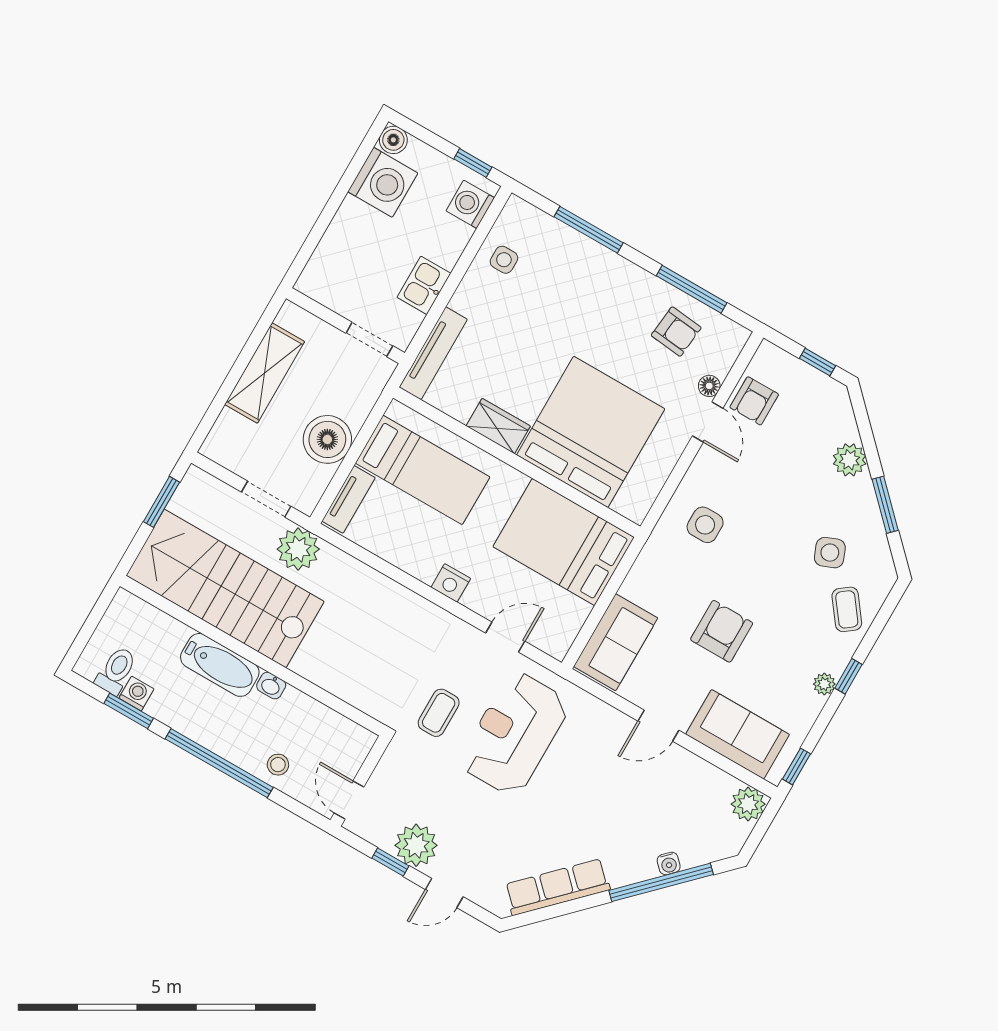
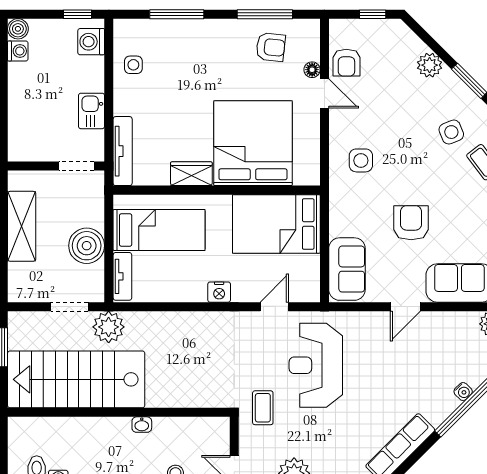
washing machine: (383, 182) -> (18, 51), width x0.53, depth x0.53
bathtub: (220, 665) -> (101, 430), removed
coffee table: (439, 713) -> (263, 408), moved

